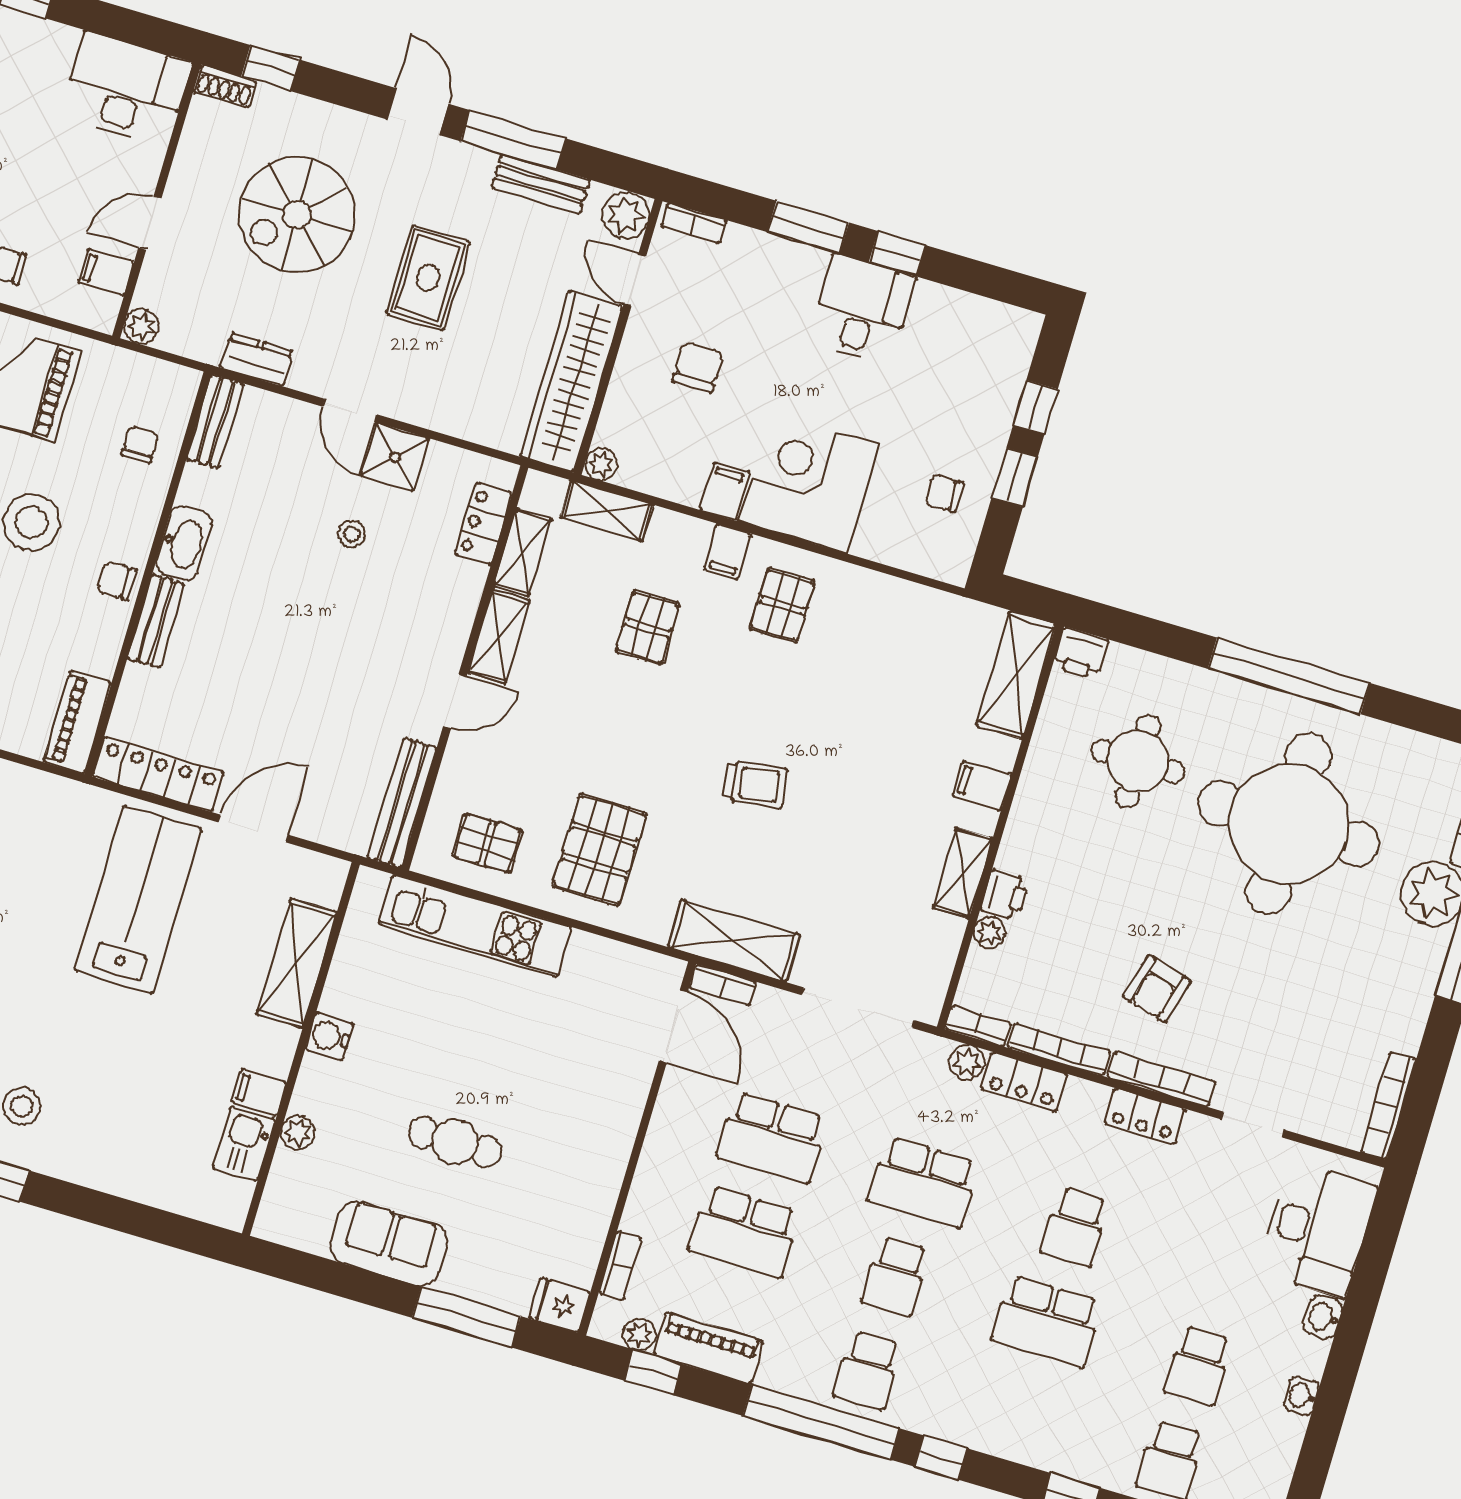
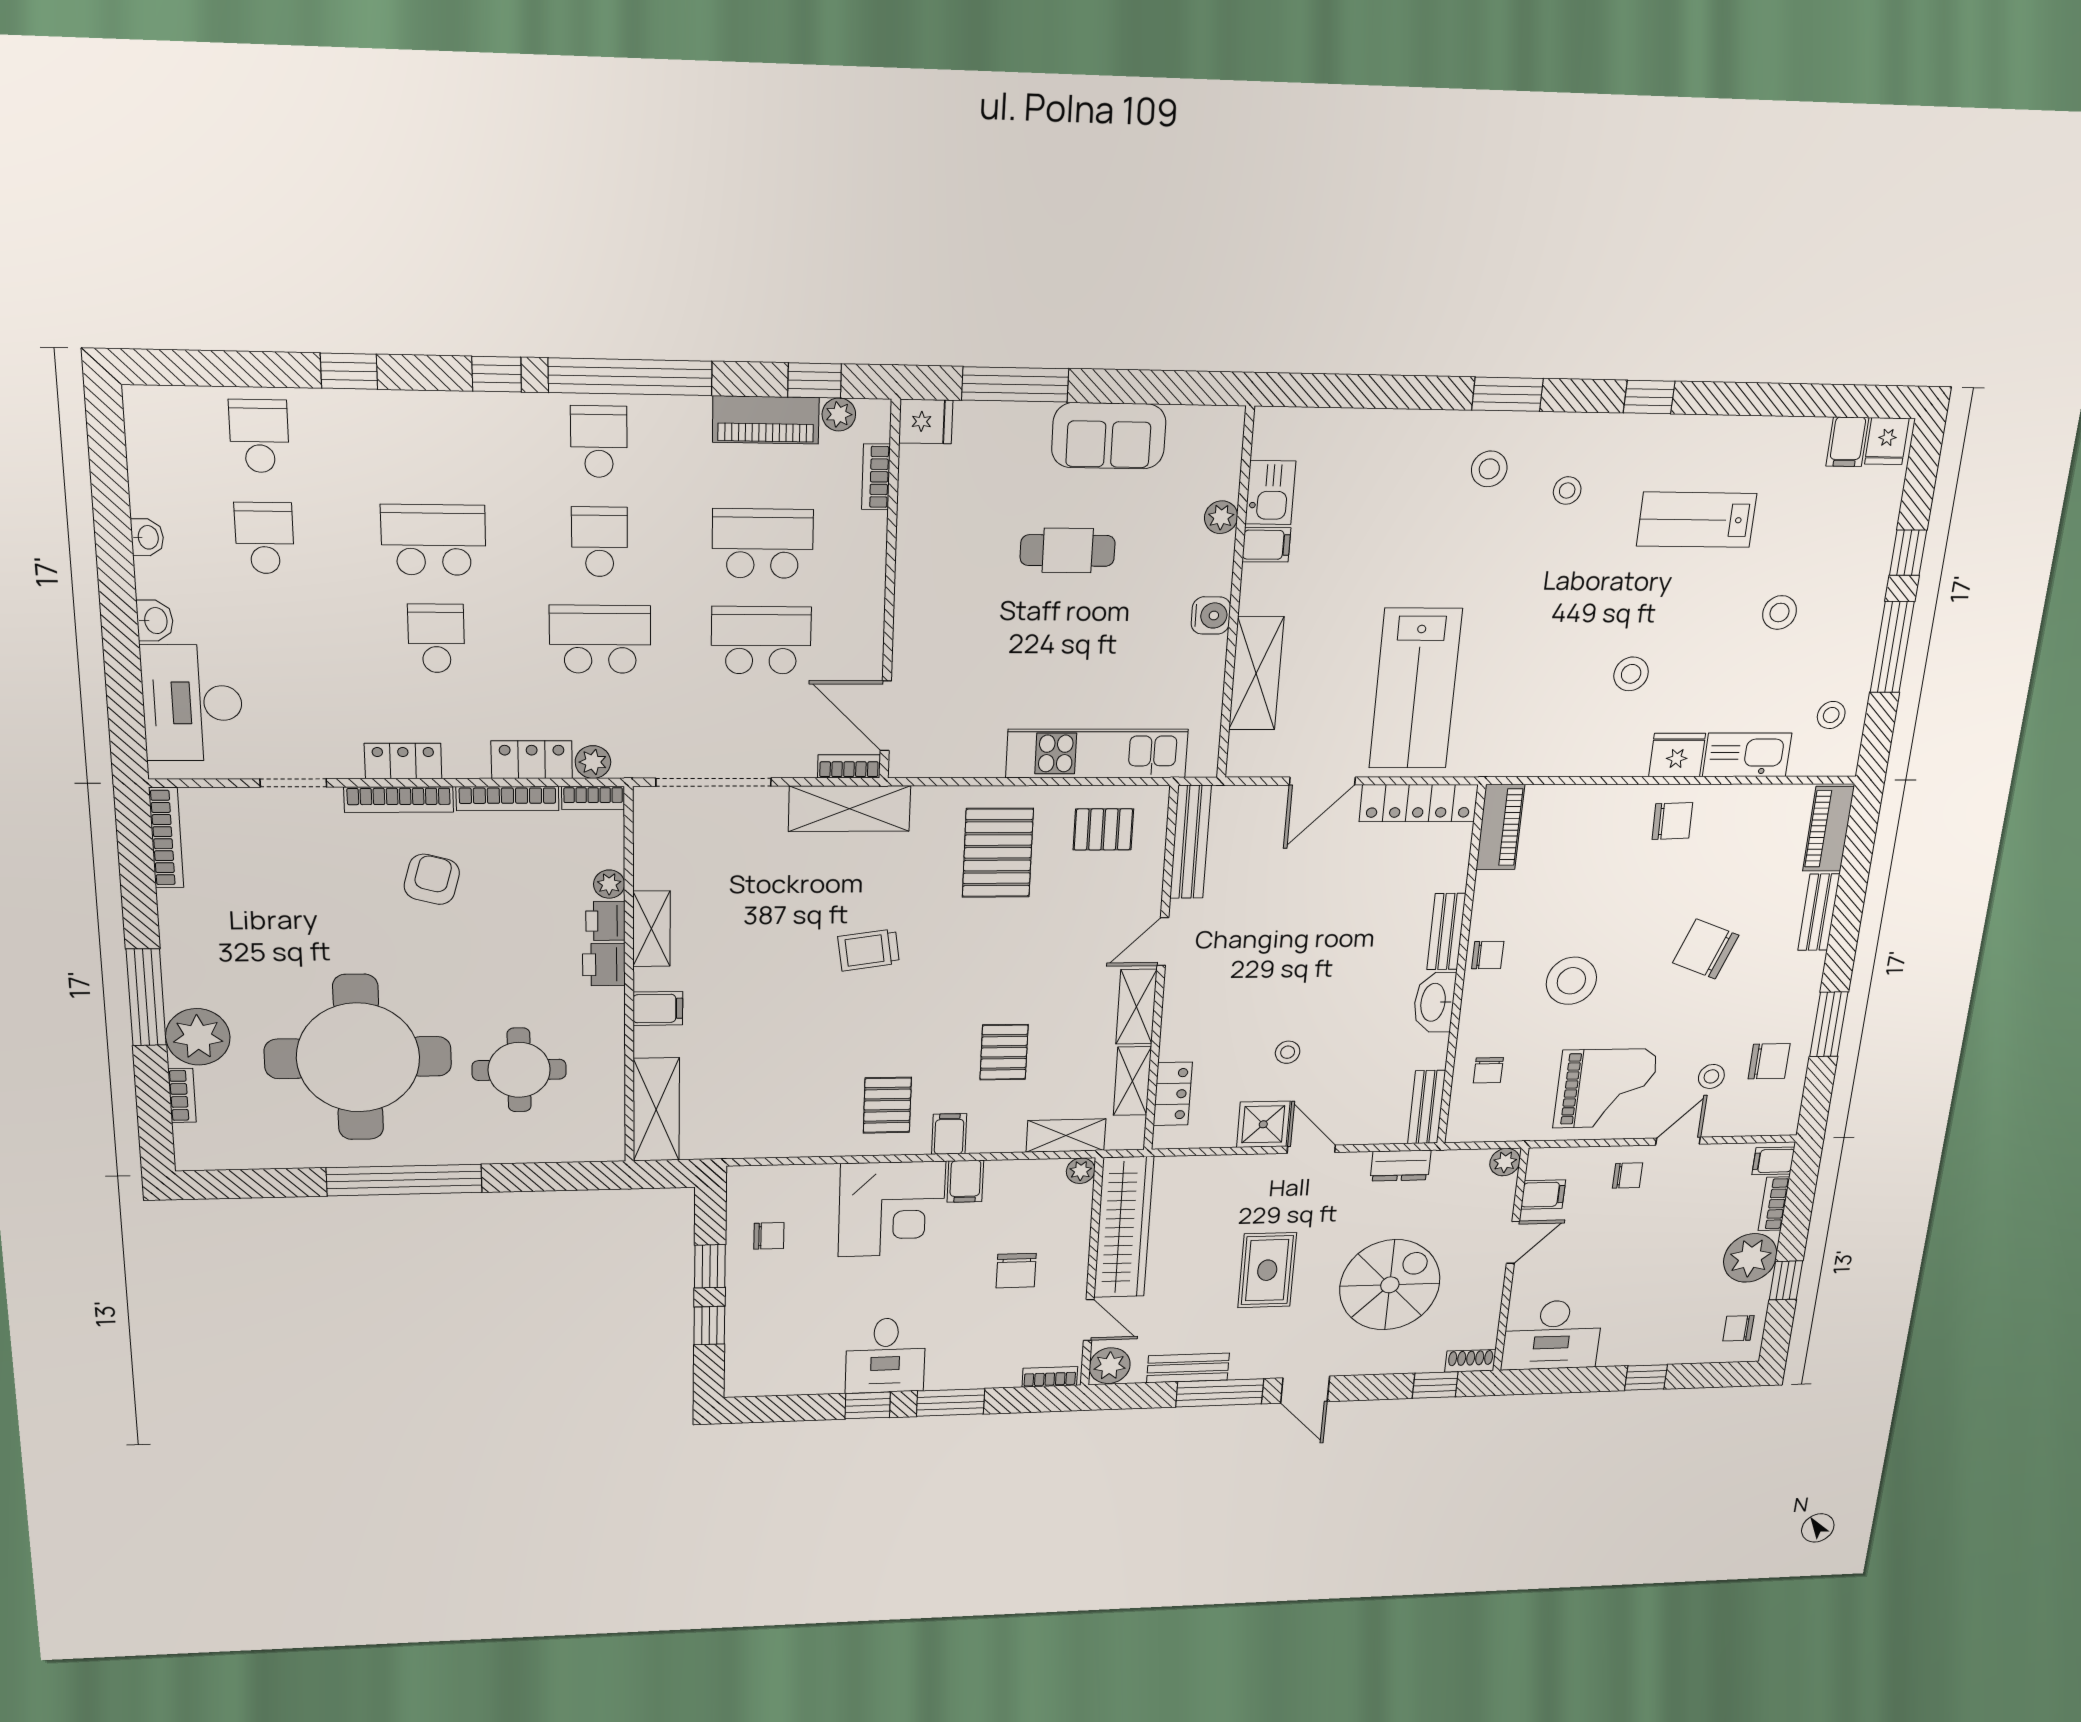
printer: (1080, 654) -> (604, 965), moved, turned -90

